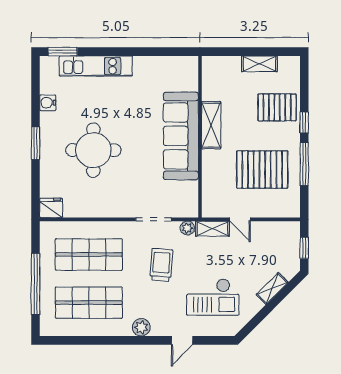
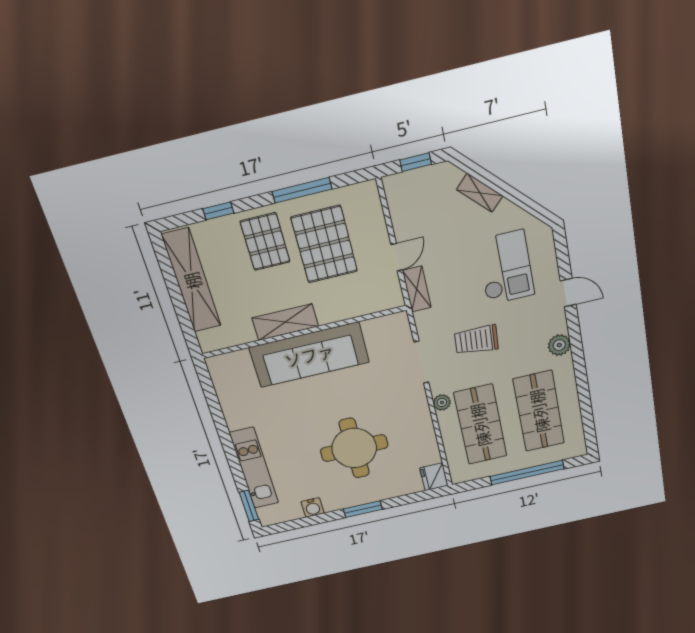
shelving: (259, 64) -> (192, 281), width x2.20, depth x1.33
pallet: (277, 107) -> (265, 242), moved
window: (304, 122) -> (218, 211), moved
plant: (187, 228) -> (442, 402), moved

